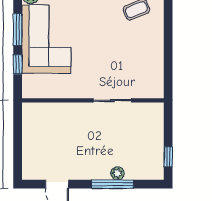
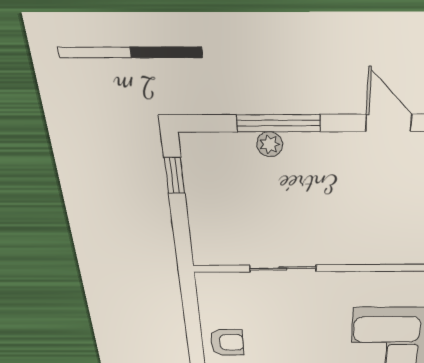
armchair: (148, 48) -> (227, 342), added

